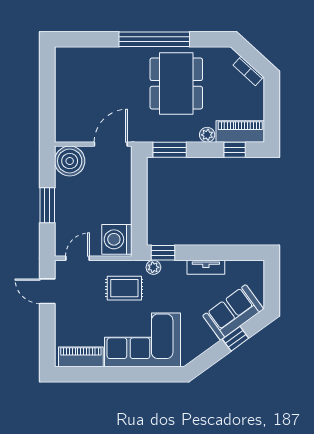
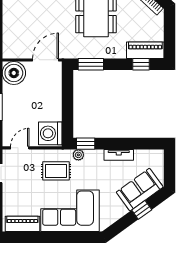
plant: (207, 135) -> (120, 53), removed

